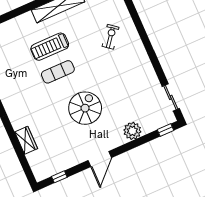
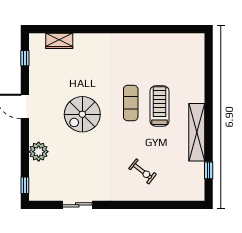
sliding door: (171, 97) -> (77, 205), moved
spiral stairs: (85, 108) -> (82, 114), turned 90
wardrobe: (26, 140) -> (59, 41), moved

